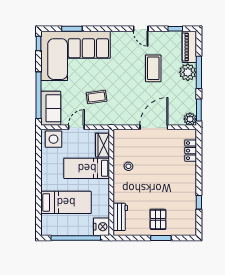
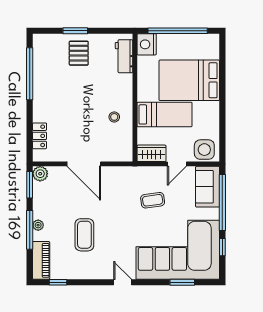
door: (141, 29) -> (123, 282), moved
window: (39, 44) -> (222, 247), moved
plant: (188, 72) -> (38, 225), width x0.53, depth x0.53
door: (154, 127) -> (84, 164), hinge flipped
wardrobe: (103, 145) -> (151, 153), moved, turned -90
bed: (66, 202) -> (189, 80), width x1.50
window: (199, 202) -> (30, 74), width x3.17

